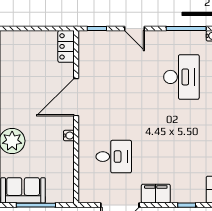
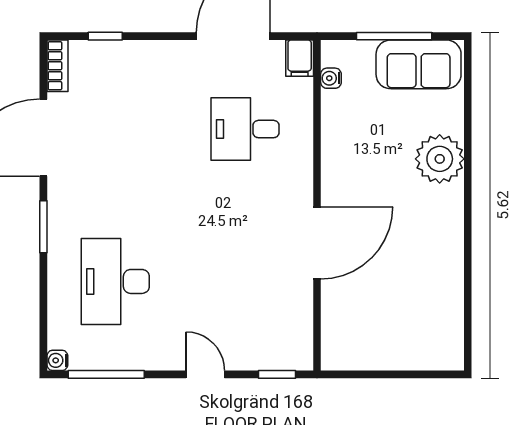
locker: (66, 46) -> (336, 340), removed
water cooler: (69, 136) -> (331, 78), moved
filing cabinet: (156, 194) -> (300, 58), moved, width x0.50

